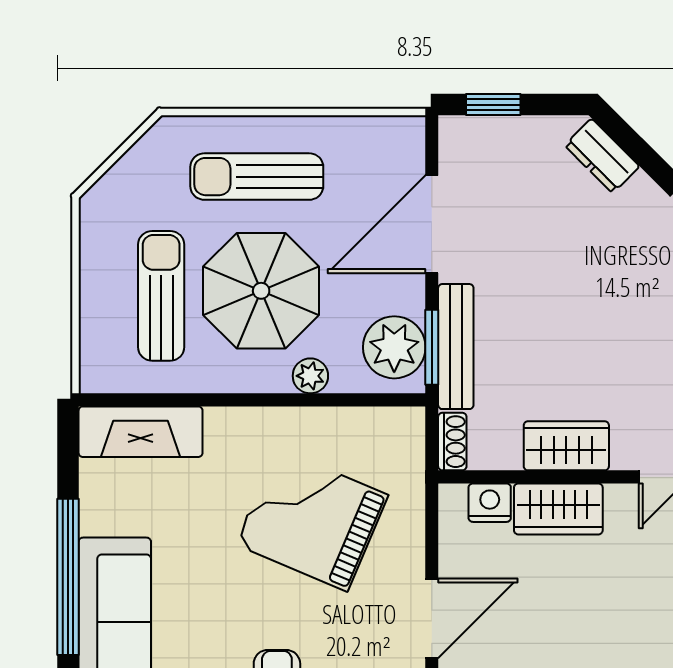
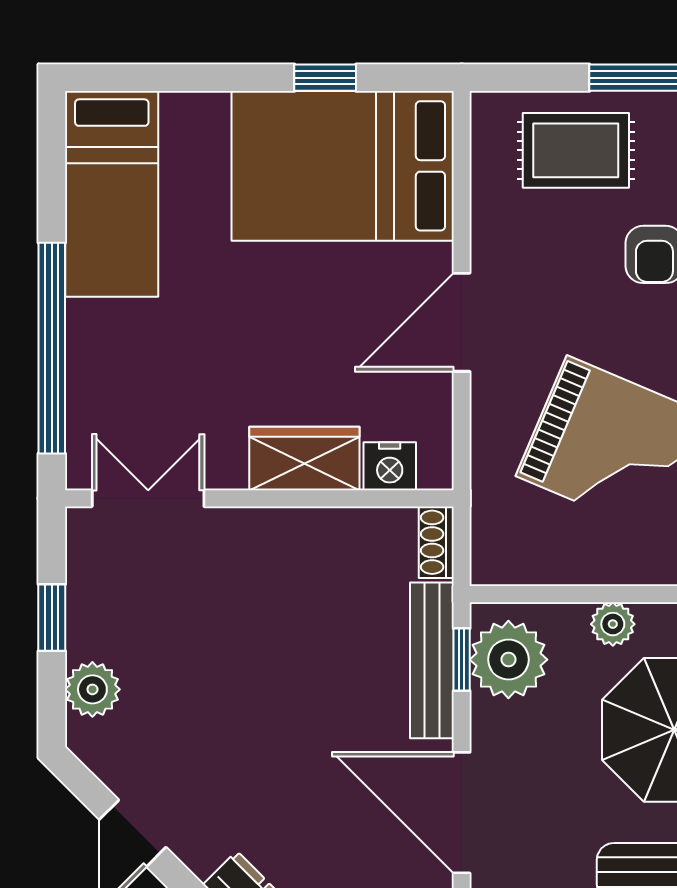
door: (432, 224) -> (462, 813), swing flipped
window: (432, 347) -> (462, 660), width x0.67
wardrobe: (566, 446) -> (294, 537), removed

